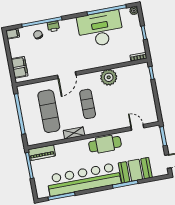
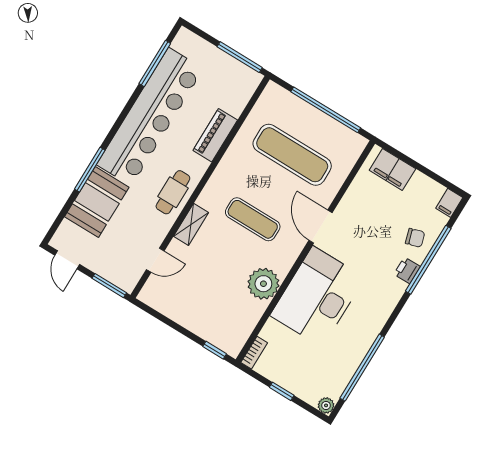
desk: (100, 29) -> (317, 297), moved, turned 180
shelving: (74, 133) -> (191, 224), moved
cafe table: (105, 144) -> (173, 192), width x0.73, depth x0.74
piano: (42, 153) -> (215, 135), moved

